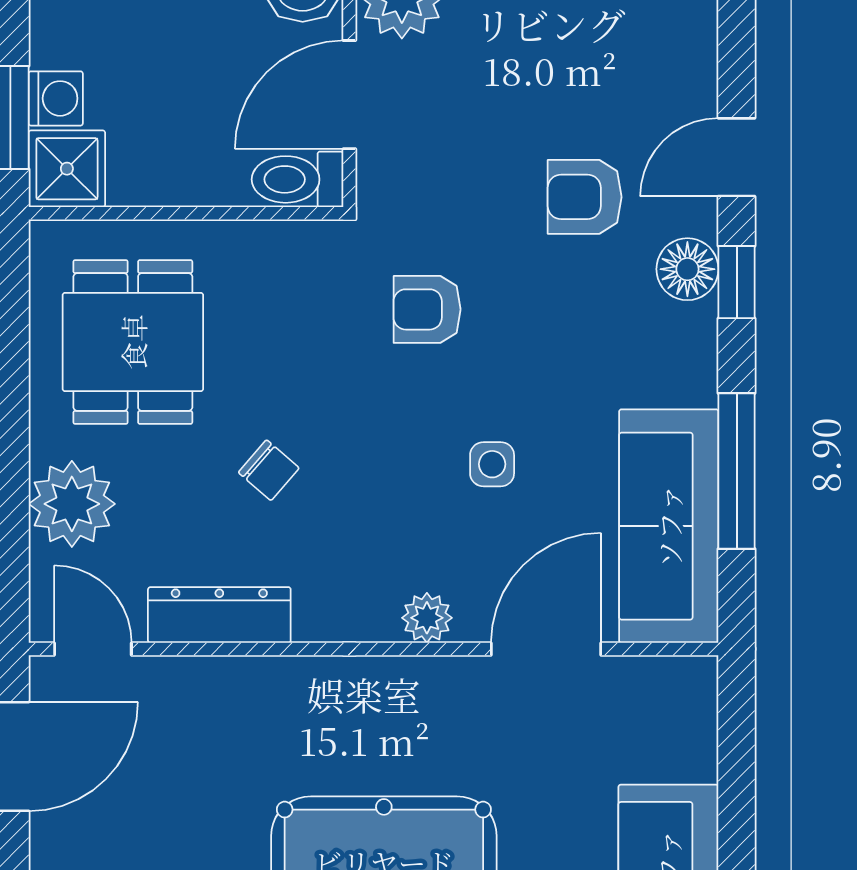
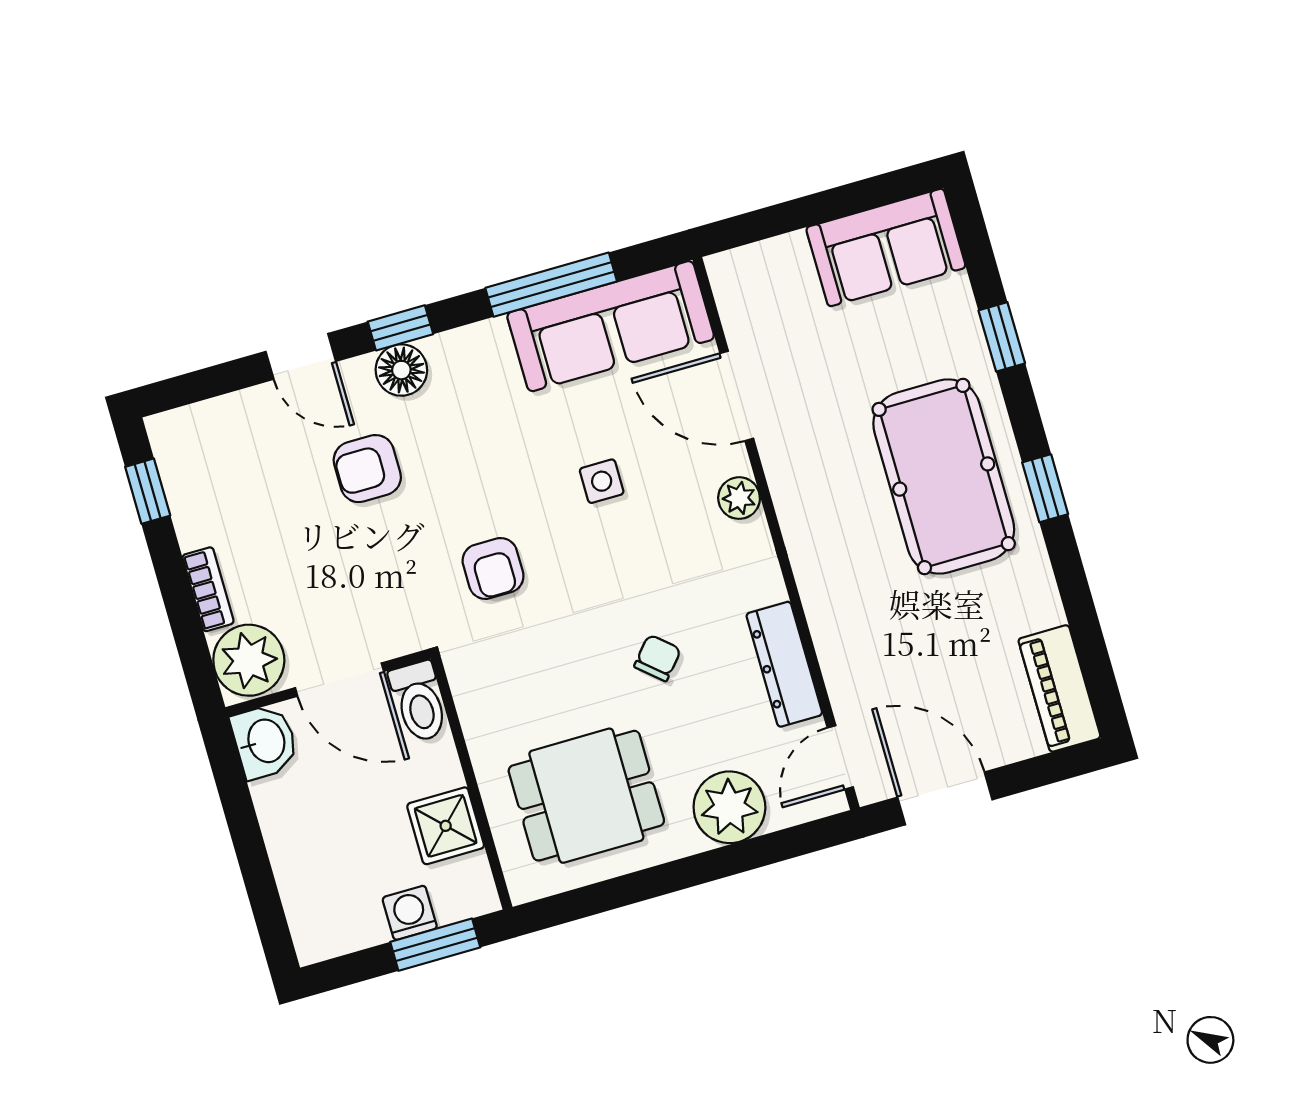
shower: (67, 169) -> (446, 826), moved
armchair: (585, 197) -> (367, 469), turned 90

